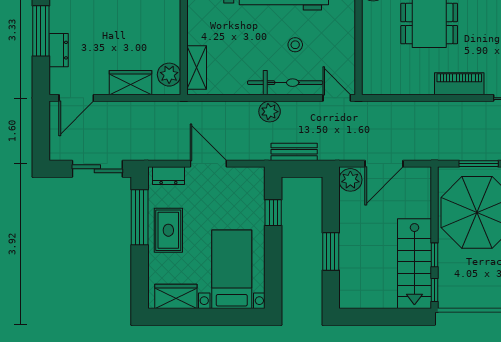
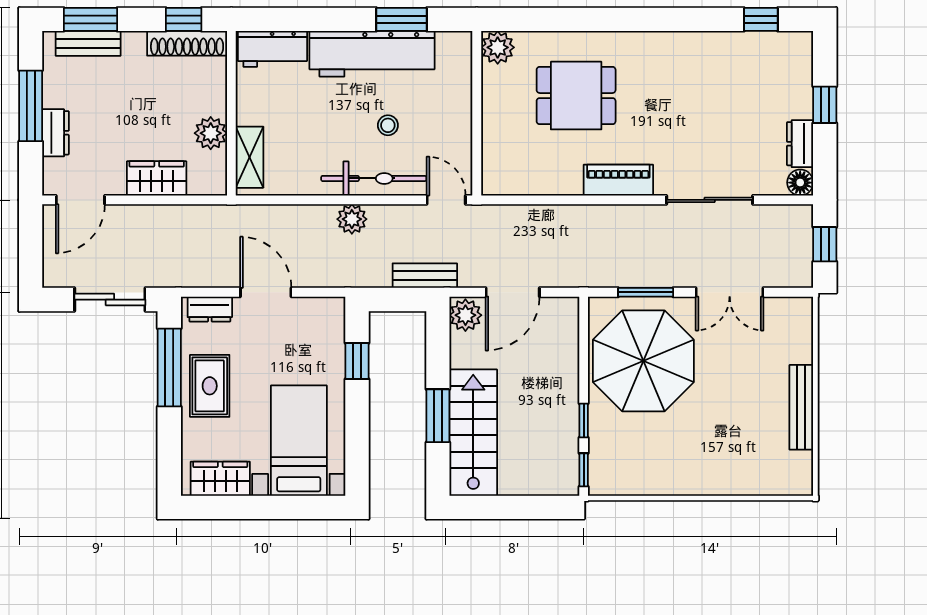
plant: (169, 75) -> (211, 133), moved
bench: (294, 152) -> (425, 276), moved
stairs: (414, 264) -> (473, 433), moved, turned 180

